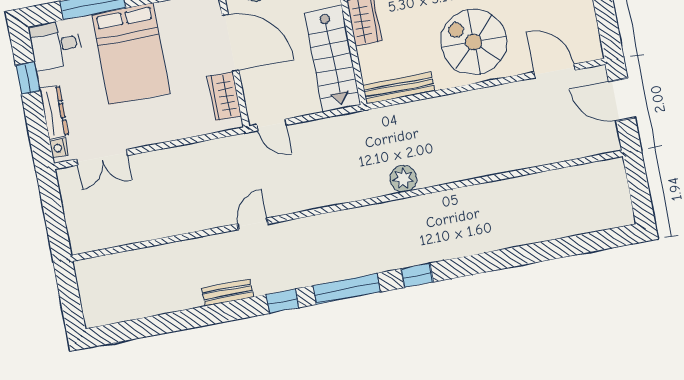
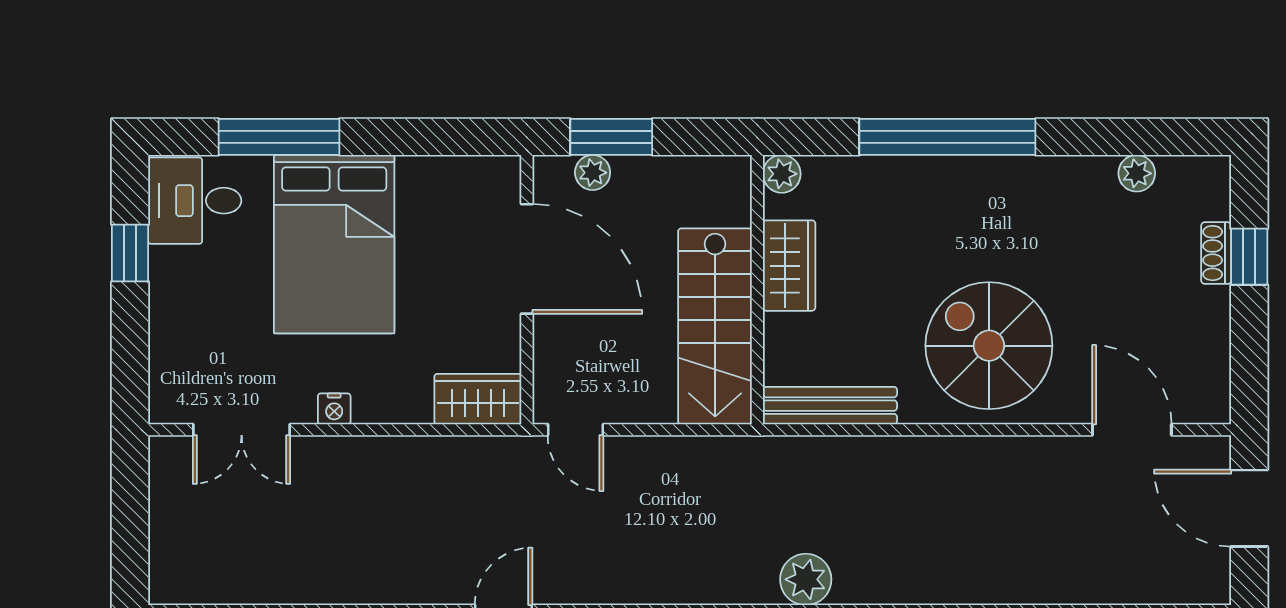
wardrobe: (224, 96) -> (478, 399), moved, turned 90
dresser: (54, 112) -> (167, 327), removed
nightstand: (59, 148) -> (334, 409), moved, turned -90

